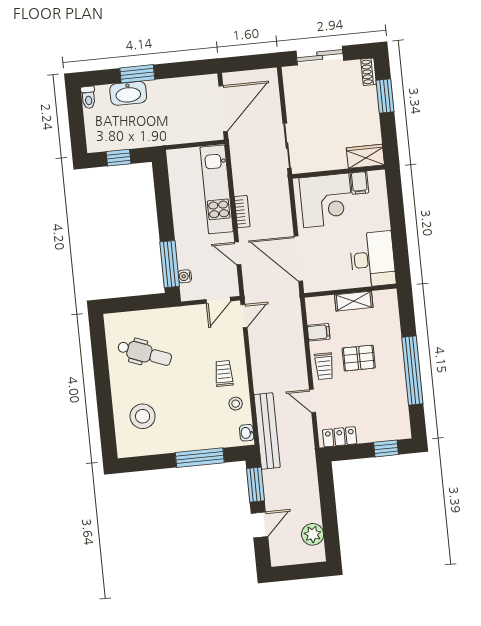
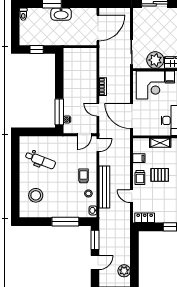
washbasin: (128, 93) -> (61, 14), moved
plant: (331, 155) -> (155, 60), added
kitchen unit: (217, 189) -> (90, 73), removed
bench: (267, 431) -> (104, 187), moved

